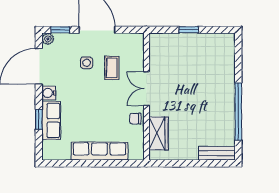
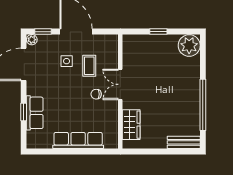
plant: (223, 45) -> (189, 45), added
water cooler: (49, 93) -> (33, 88), removed
chair: (135, 119) -> (96, 94), moved

